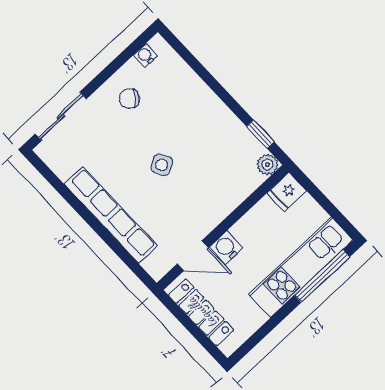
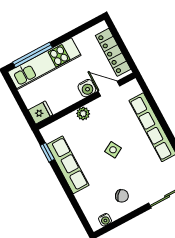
row of seats: (224, 124) -> (68, 165), added
plant: (267, 165) -> (83, 114), moved

